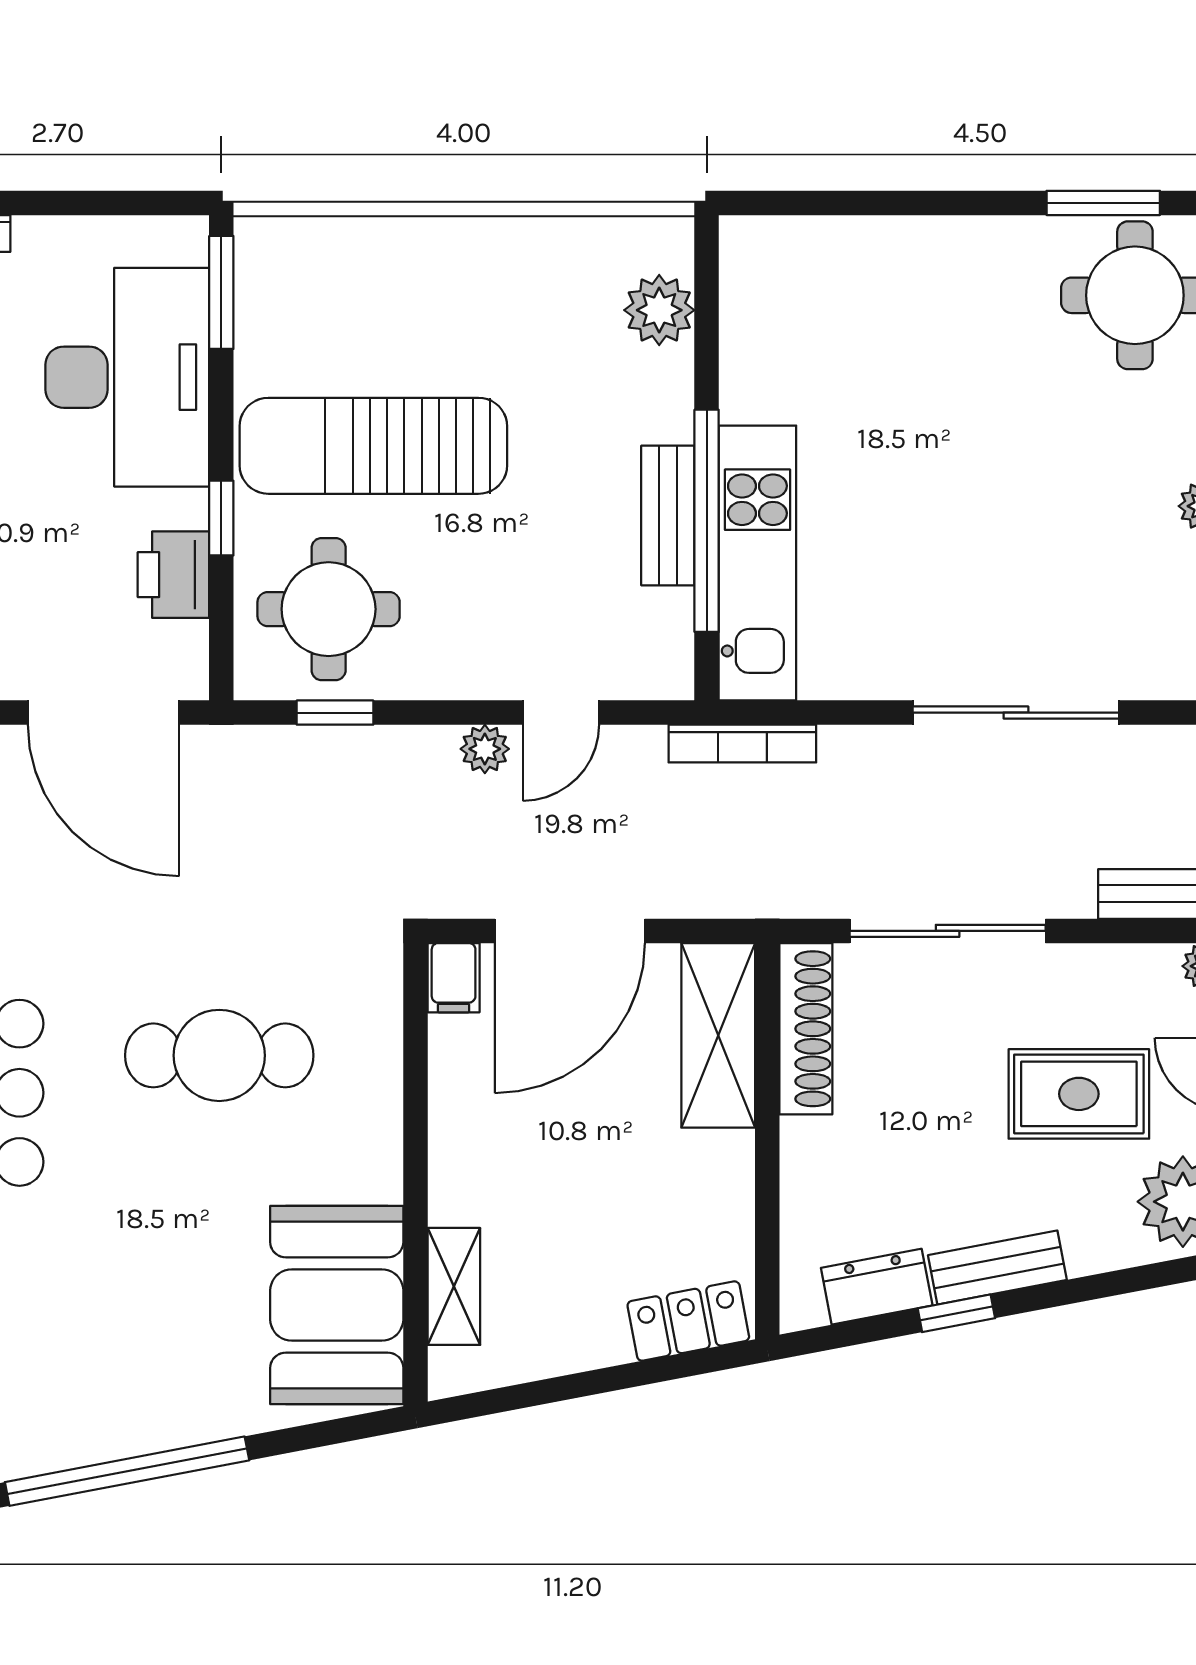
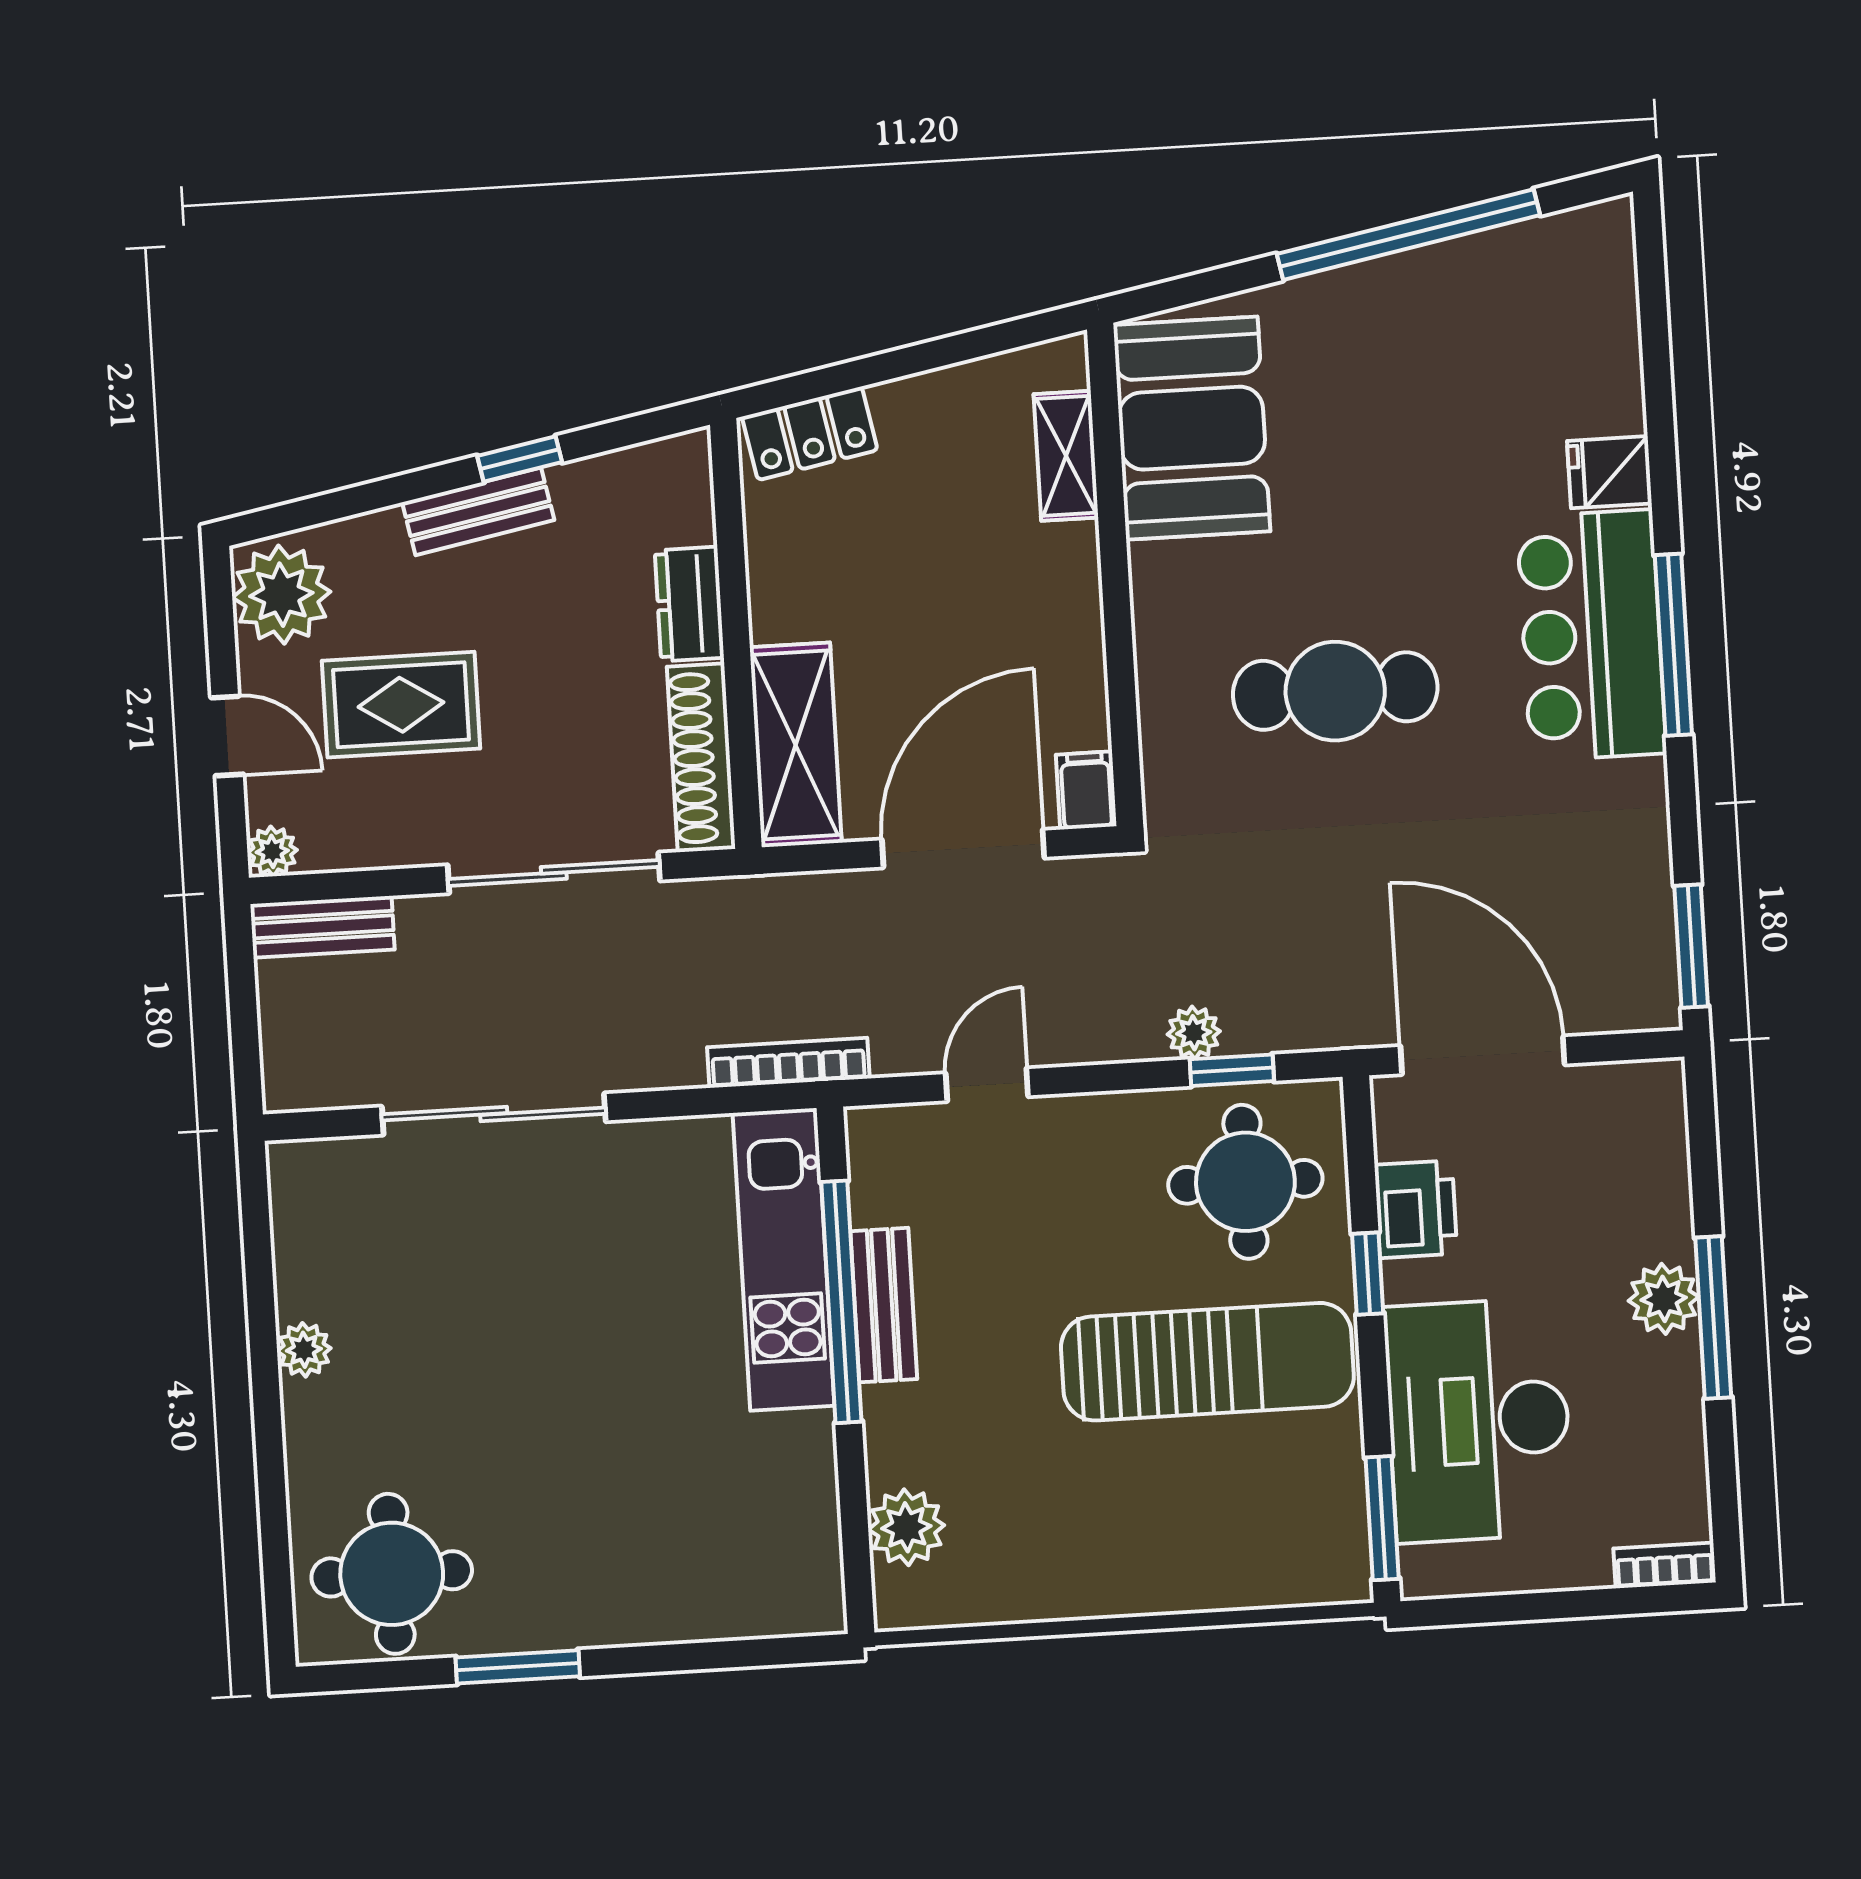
window: (1103, 203) -> (518, 1667), moved
plant: (485, 749) -> (1194, 1033), moved
dresser: (877, 1287) -> (689, 604), moved, turned 101

